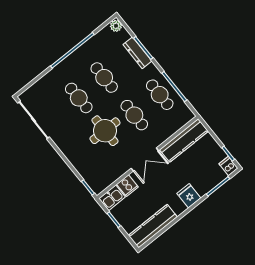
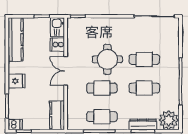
plant: (116, 26) -> (169, 120), width x1.88, depth x1.88
kitchen counter: (184, 141) -> (57, 115), width x0.67

